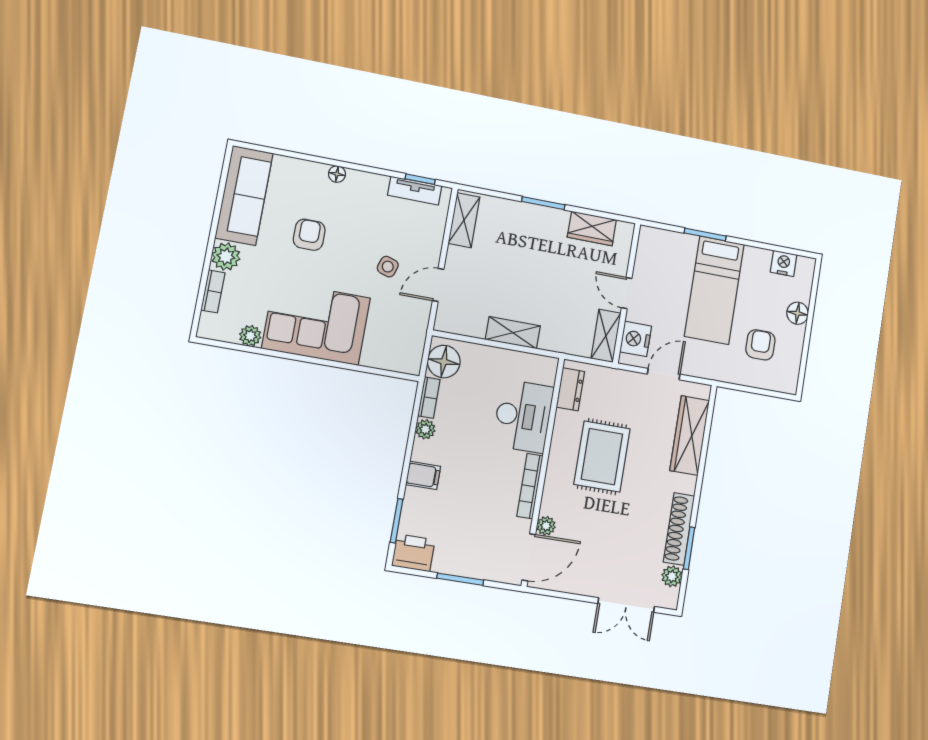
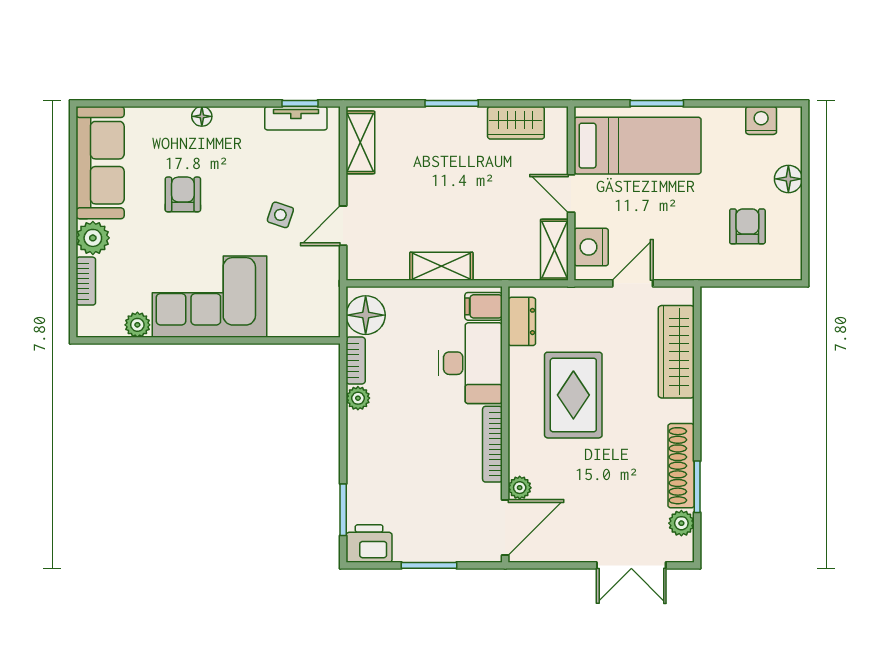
bed: (714, 290) -> (638, 146), moved, turned -90
filing cabinet: (423, 475) -> (484, 306), moved, turned 180

